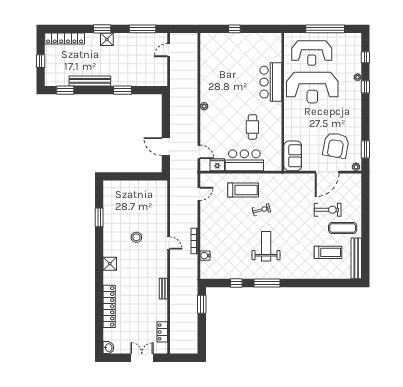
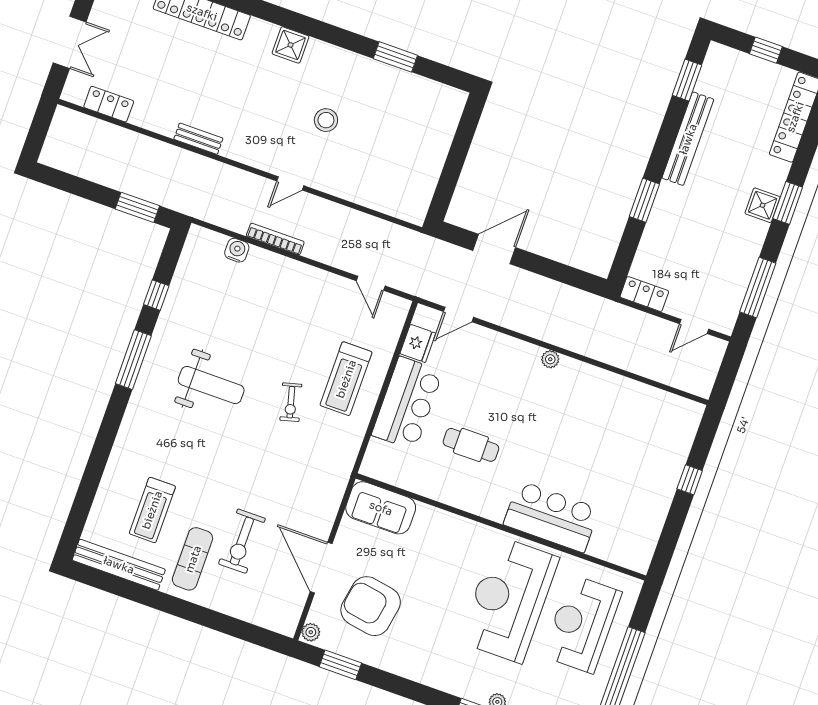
door: (169, 50) -> (694, 326), swing flipped
locker: (162, 76) -> (644, 294), added

